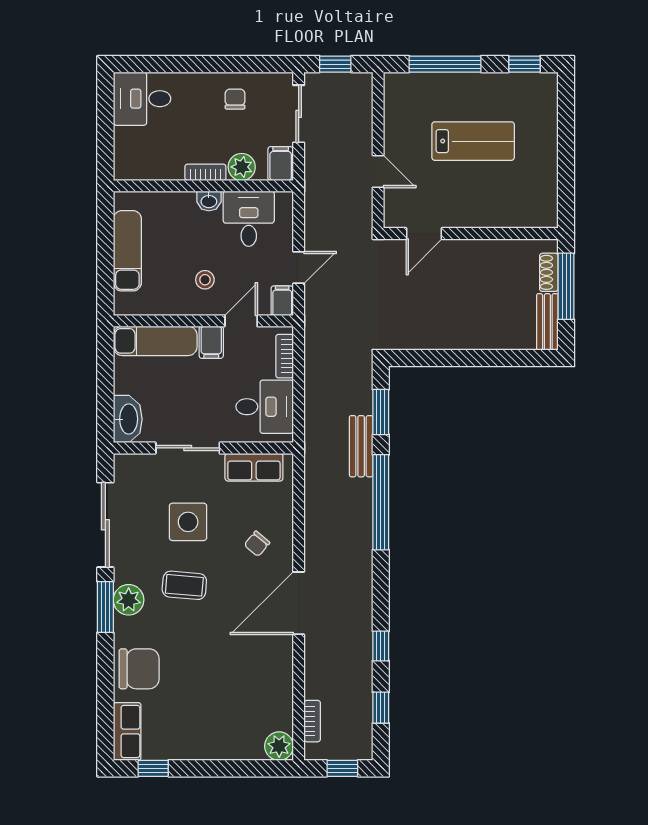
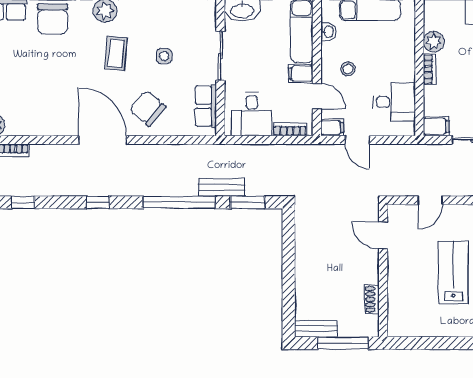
lab bench: (473, 141) -> (453, 272), turned 180
plant: (242, 167) -> (434, 42), moved
washbasin: (209, 201) -> (328, 32), moved, turned 180
shoe rack: (549, 272) -> (372, 299), moved, turned -90
side table: (188, 522) -> (164, 56), width x0.54, depth x0.54
chair: (257, 544) -> (148, 108), width x1.87, depth x1.87
window: (381, 646) -> (98, 202), moved

